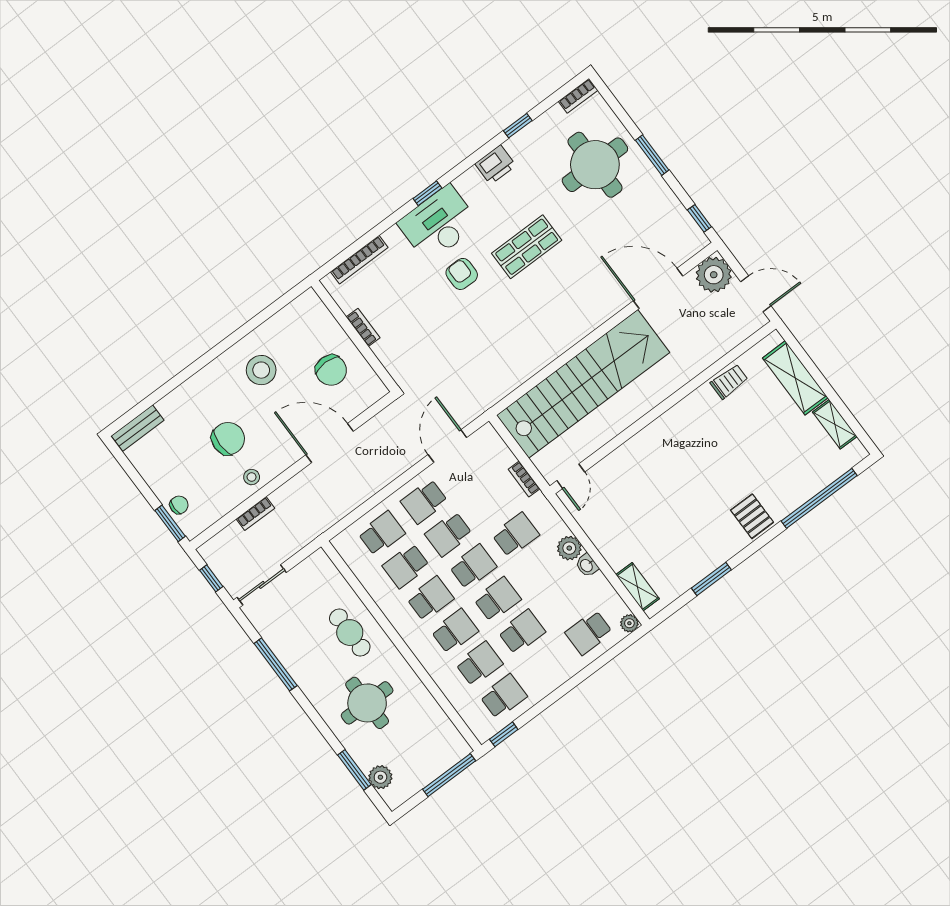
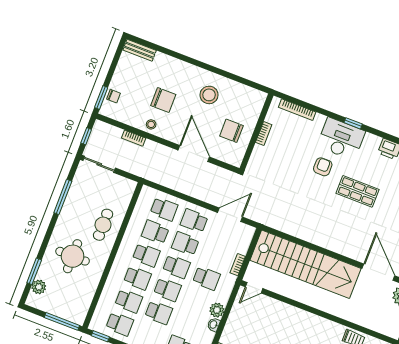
chair: (331, 370) -> (231, 131), turned 90

